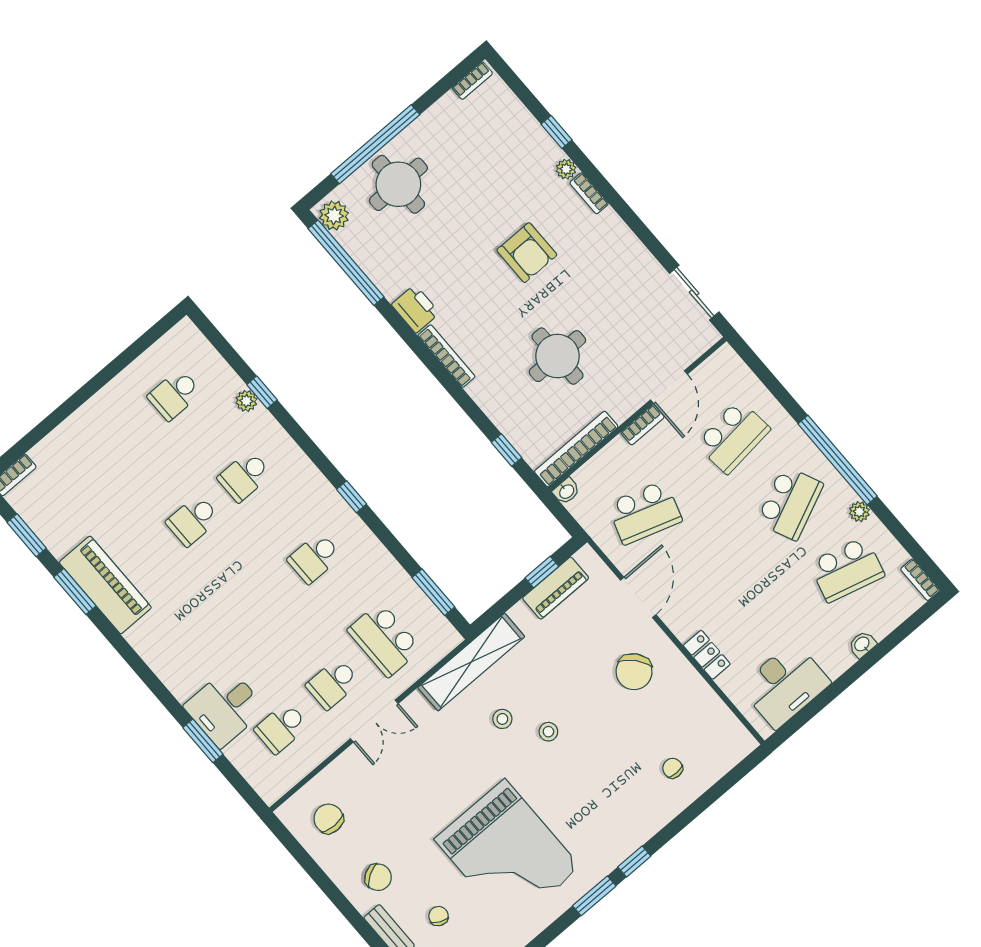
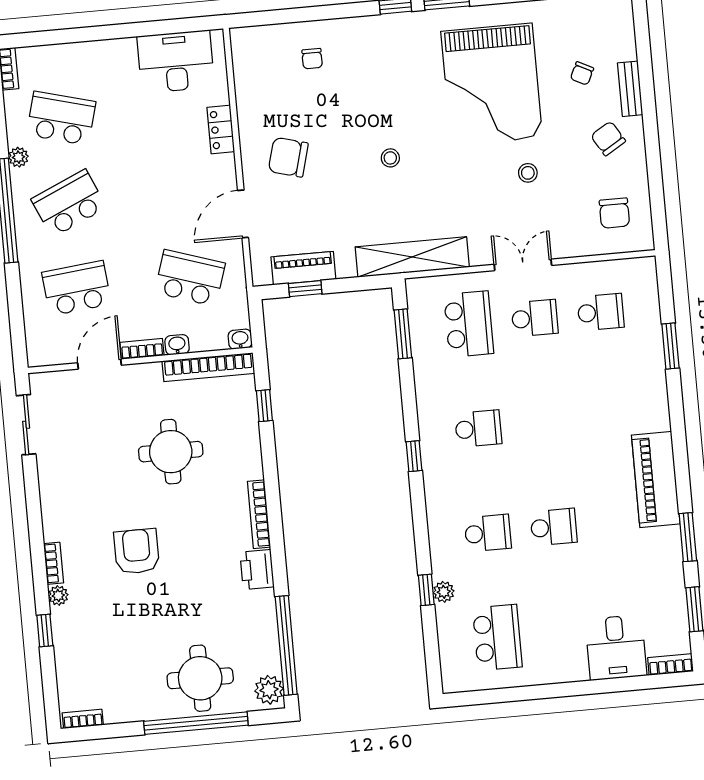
school desk: (174, 395) -> (497, 638), width x1.85
piano: (105, 585) -> (656, 480), moved
washbasin: (862, 644) -> (177, 345), moved, turned 180
chair: (634, 672) -> (288, 157), turned -124
desk: (225, 708) -> (616, 647), moved, turned 90
stool: (502, 719) -> (528, 173), moved
grand piano: (507, 853) -> (492, 84), turned 180

